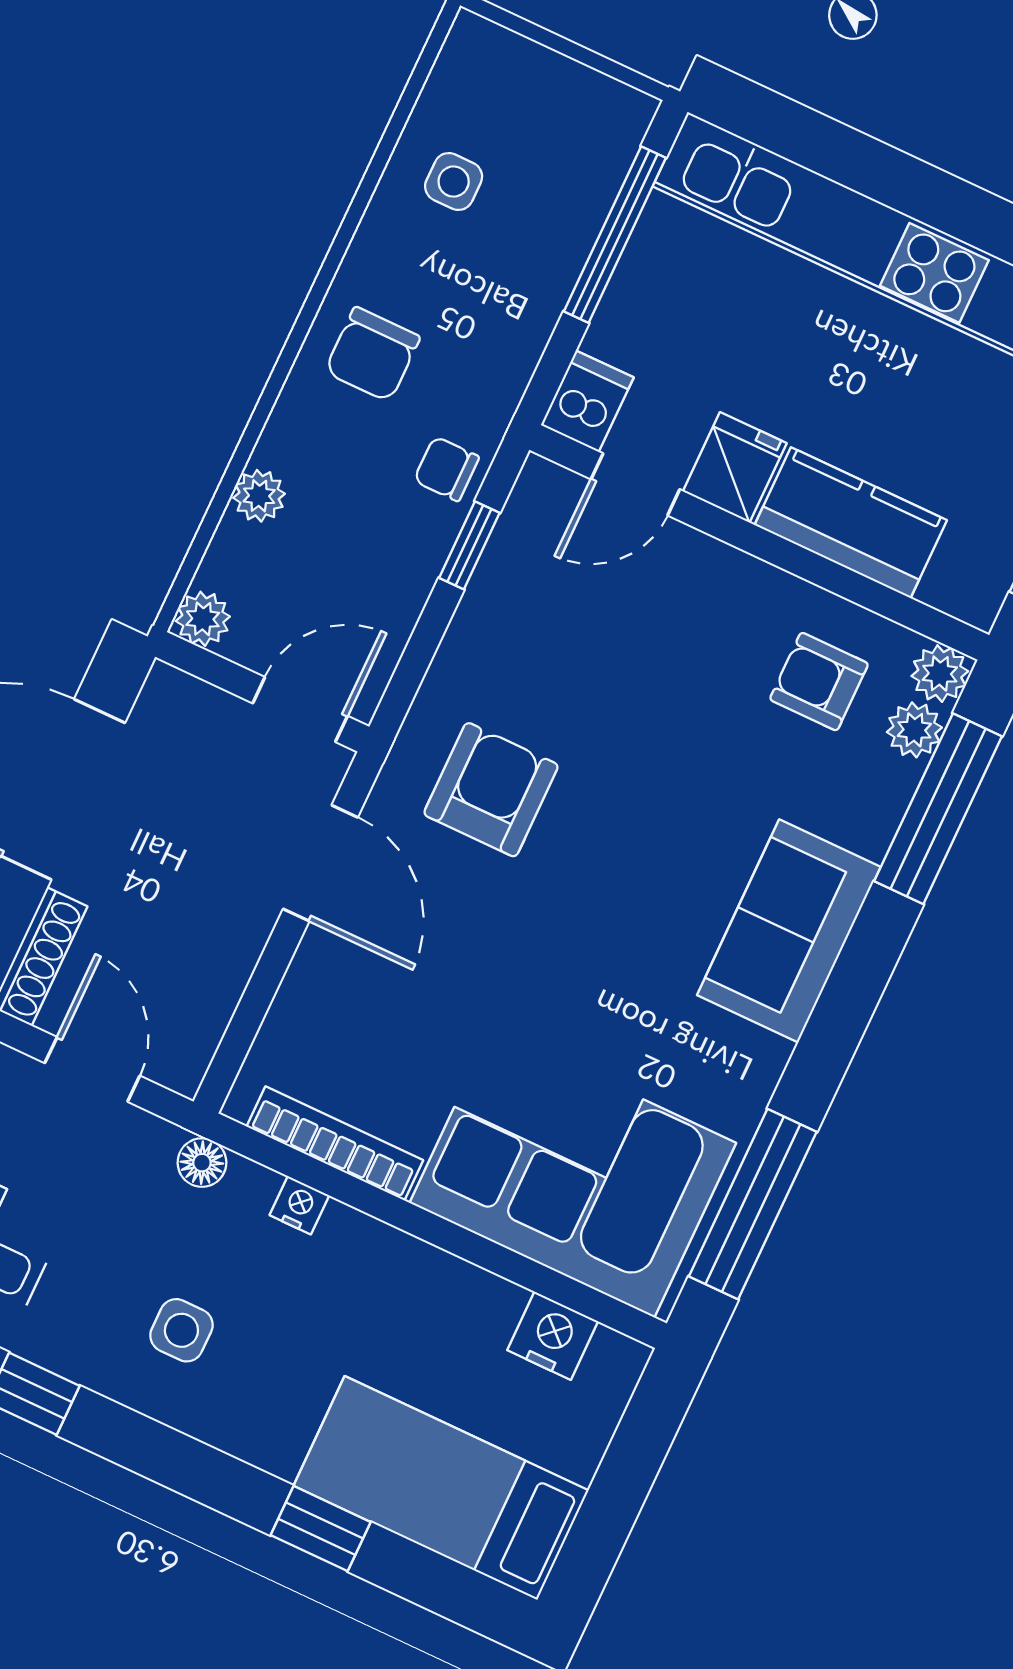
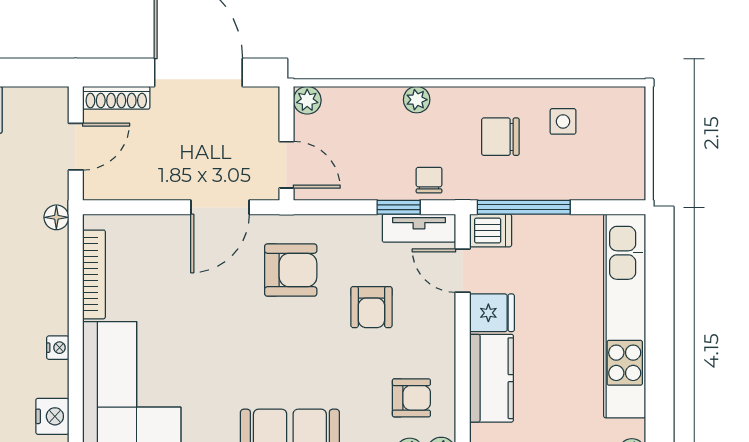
window: (615, 235) -> (524, 207), moved
chair: (372, 354) -> (500, 137), moved
plant: (259, 496) -> (417, 100), moved
tv unit: (524, 527) -> (419, 228), added
armchair: (624, 677) -> (371, 307), added
armchair: (819, 682) -> (411, 398), turned 90
nightstand: (299, 1205) -> (58, 348), moved

